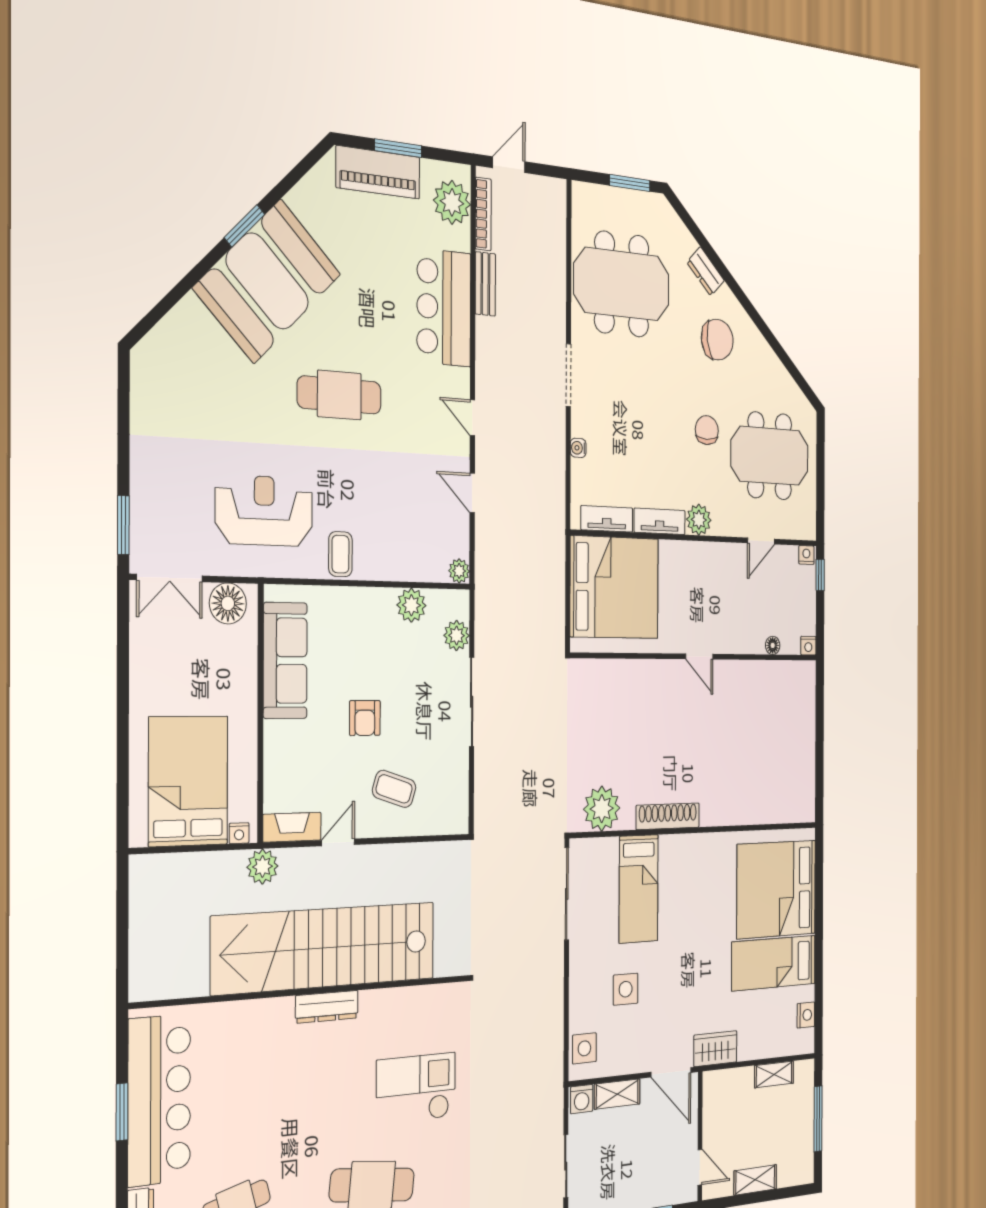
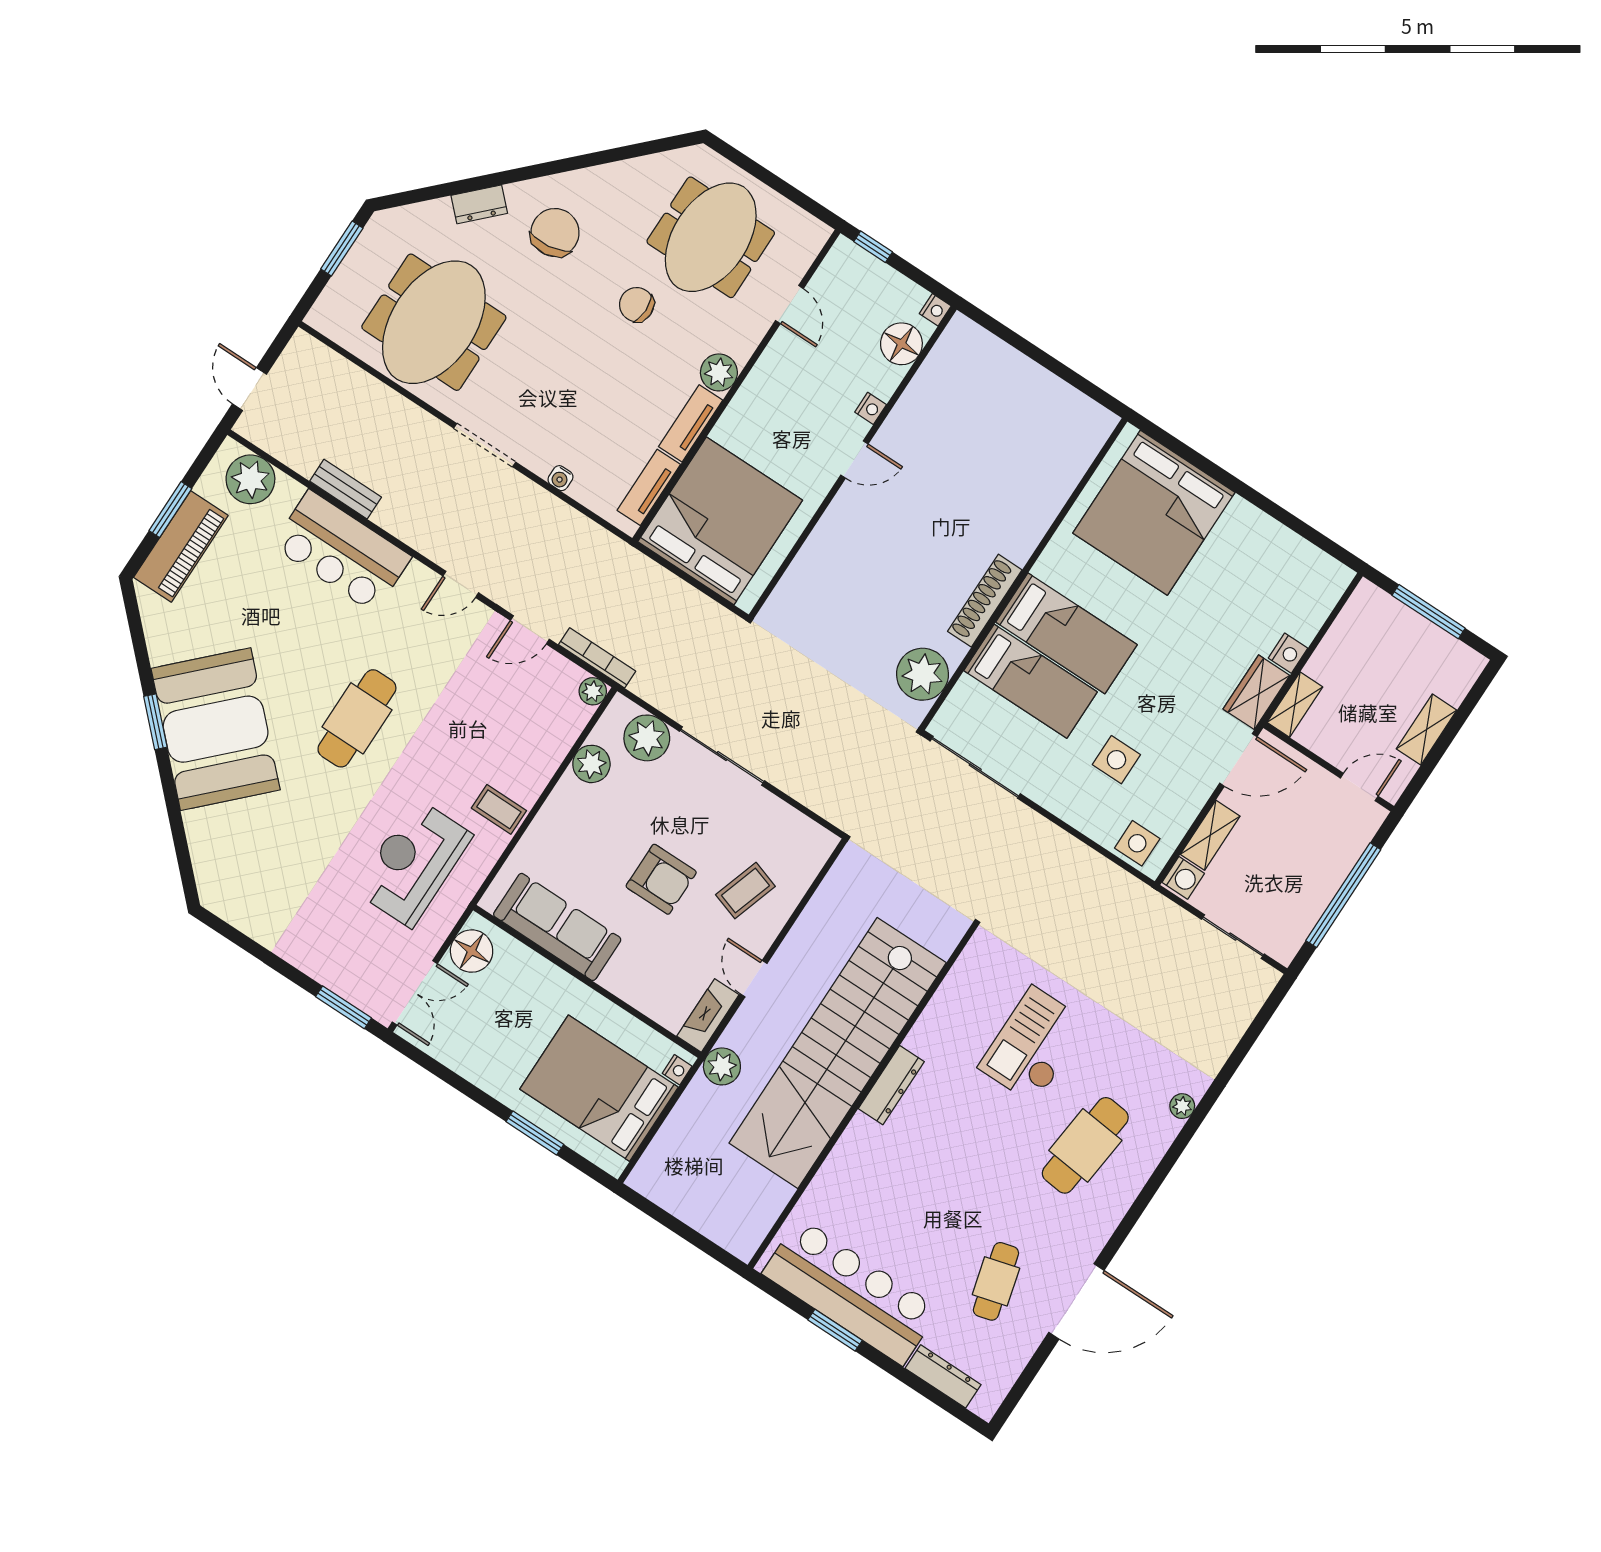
bookcase: (483, 214) -> (597, 658), moved
nightstand: (806, 555) -> (871, 408), moved, turned 180
plant: (457, 635) -> (647, 738), width x1.36, depth x1.36
floor lamp: (773, 645) -> (901, 344), width x1.89, depth x1.89
armchair: (365, 718) -> (661, 879), width x1.38, depth x1.38
window: (123, 754) -> (535, 1133), added
bed: (774, 963) -> (1066, 633), moved, turned -90
nightstand: (806, 1015) -> (1288, 653), moved, turned 90
shelving: (774, 1074) -> (1295, 705), moved

